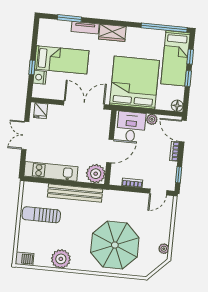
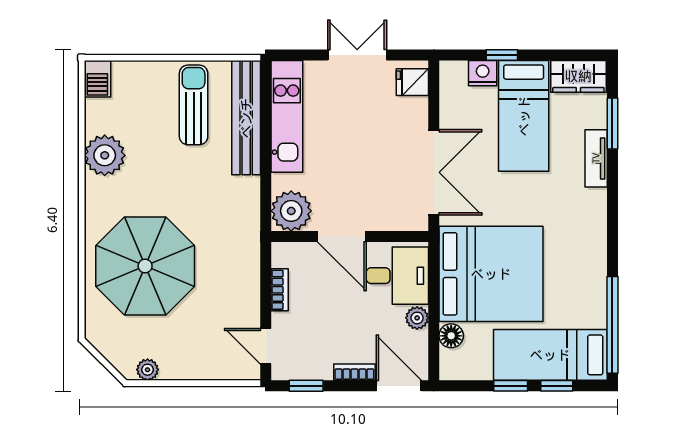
wardrobe: (112, 33) -> (578, 76), moved, turned -90
floor lamp: (177, 106) -> (451, 336), moved
door: (183, 131) -> (399, 386), hinge flipped
bench: (75, 193) -> (246, 118), moved

